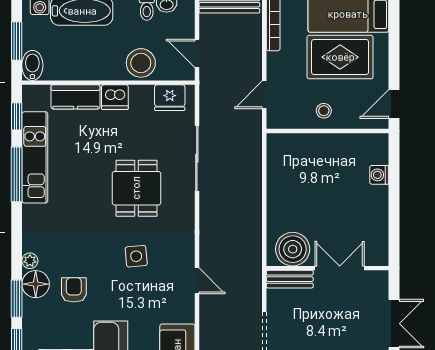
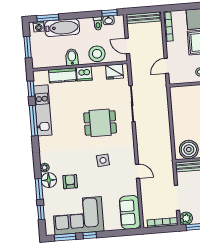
bidet: (32, 65) -> (72, 57), moved
dining table: (136, 188) -> (100, 123), turned 90

